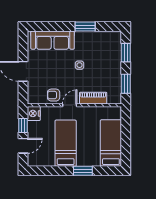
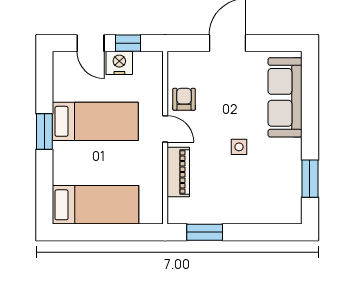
window: (85, 27) -> (310, 179), moved
window: (126, 53) -> (262, 232), removed
nightstand: (34, 113) -> (119, 63), moved
window: (83, 171) -> (44, 131), moved

